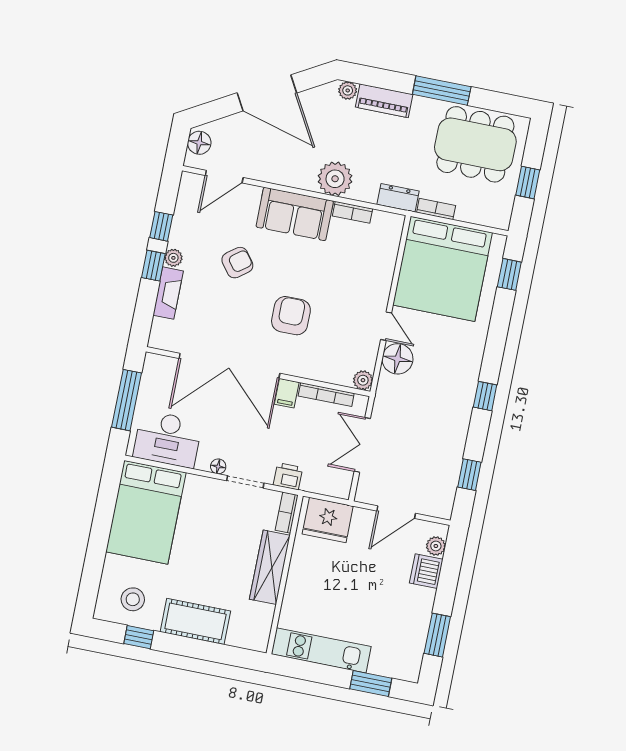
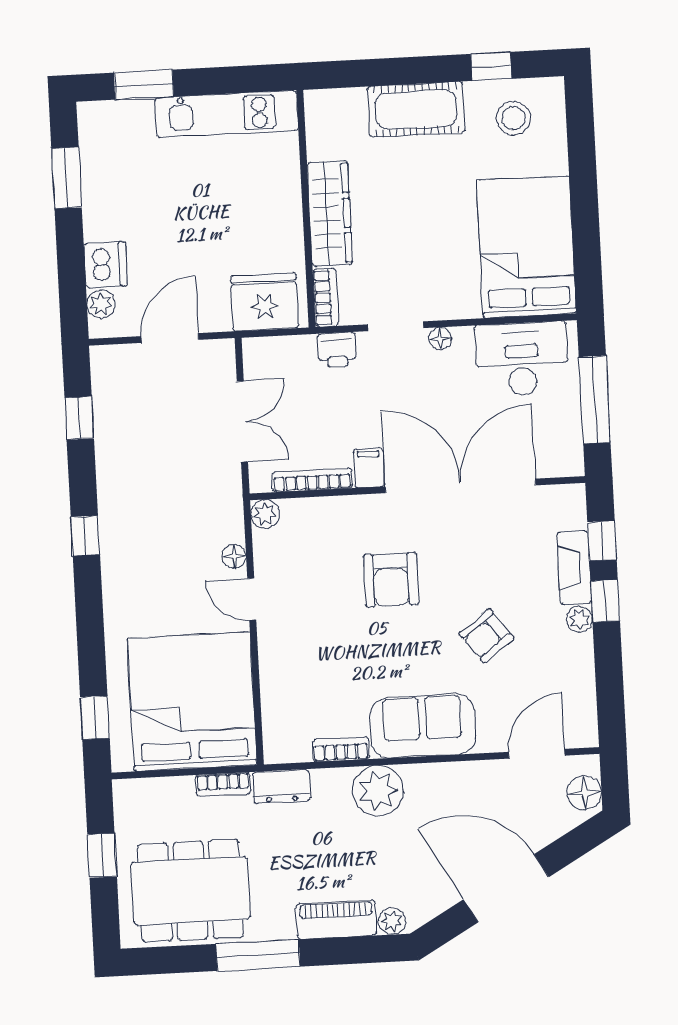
window: (161, 226) -> (602, 541), moved
floor lamp: (398, 359) -> (234, 556), width x0.53, depth x0.53

